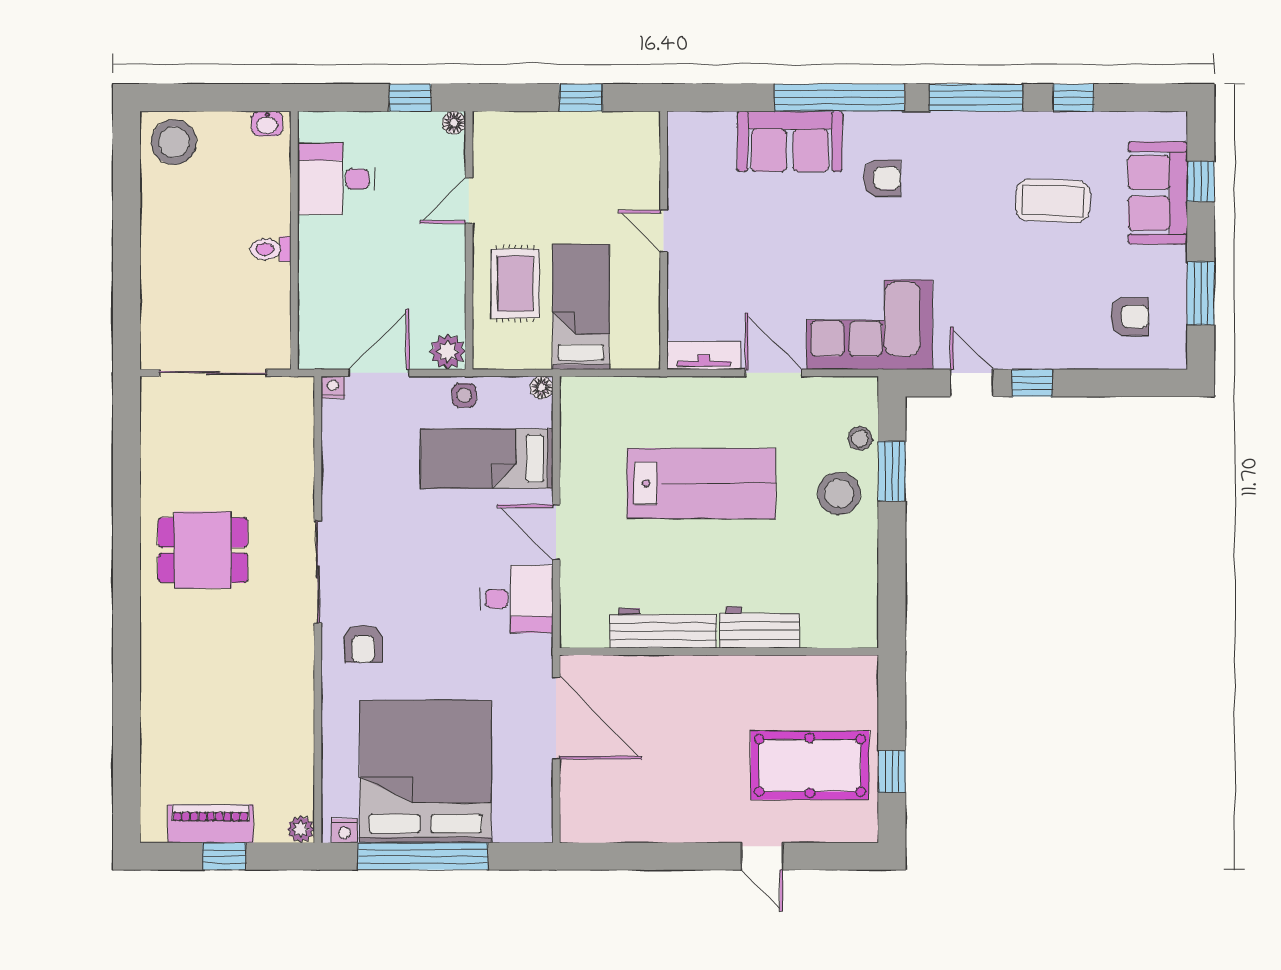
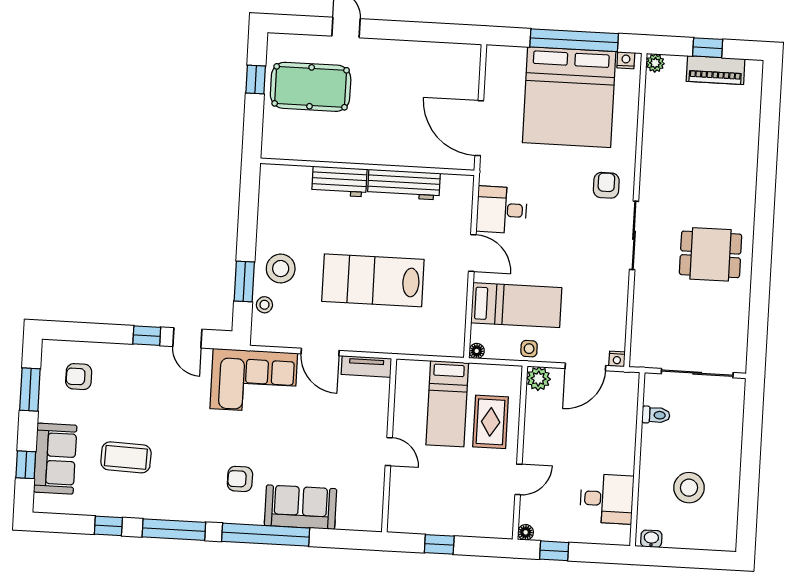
stool: (174, 142) -> (689, 488), moved
toilet: (271, 249) -> (656, 415), moved

